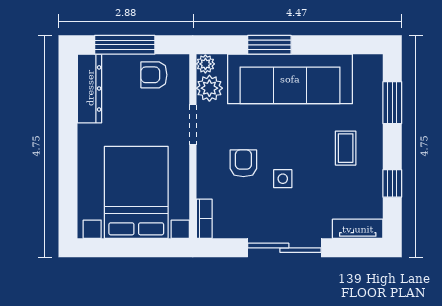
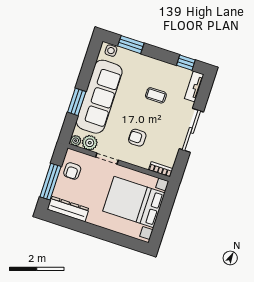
coffee table: (346, 148) -> (156, 95), moved
side table: (283, 179) -> (111, 51), moved
window: (392, 183) -> (186, 63), moved

